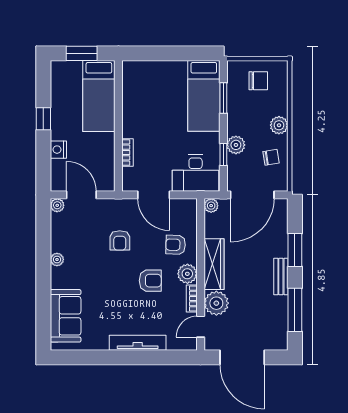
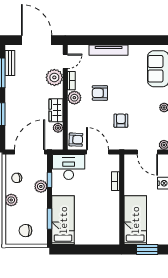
plant: (211, 206) -> (58, 128), moved
armchair: (176, 245) -> (76, 140), moved
wardrobe: (214, 264) -> (56, 110), width x0.67
bench: (281, 277) -> (10, 63), moved

